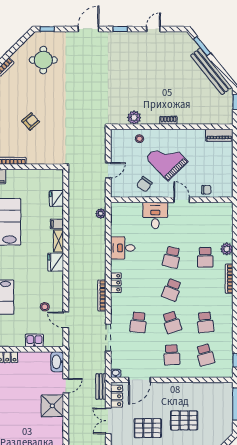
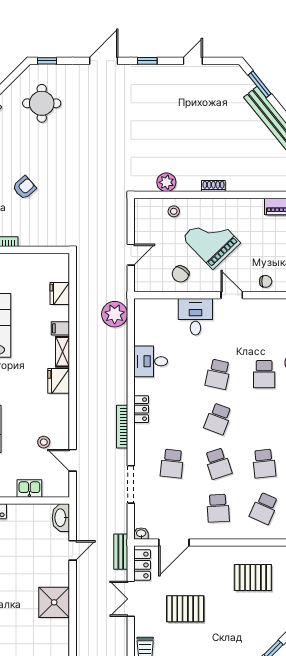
plant: (101, 214) -> (115, 314), width x1.88, depth x1.88
school desk: (205, 355) -> (264, 508), turned 39
shower: (52, 406) -> (54, 602), moved
pallet: (184, 420) -> (253, 578), moved

